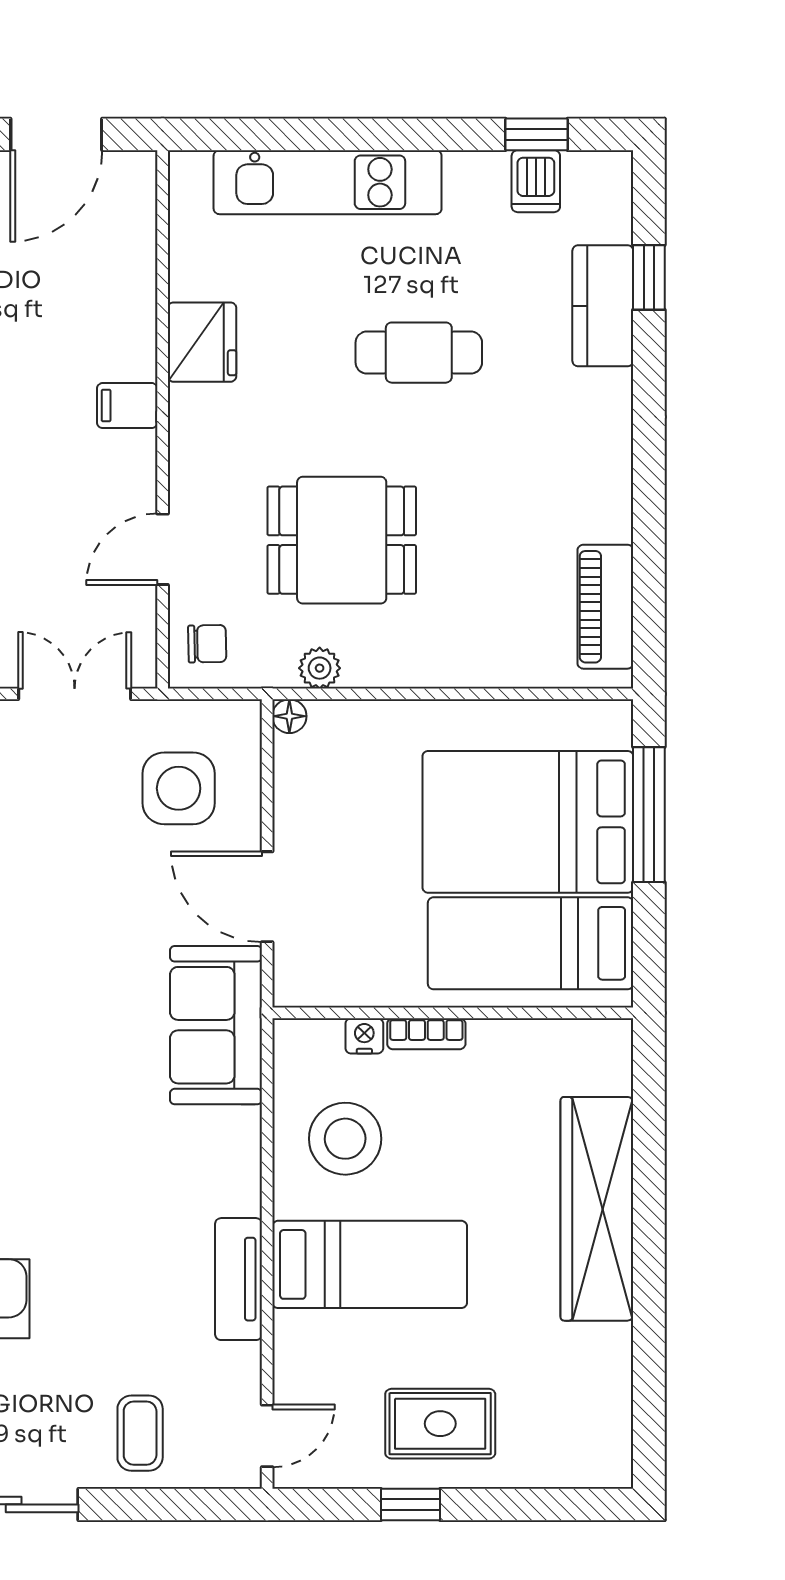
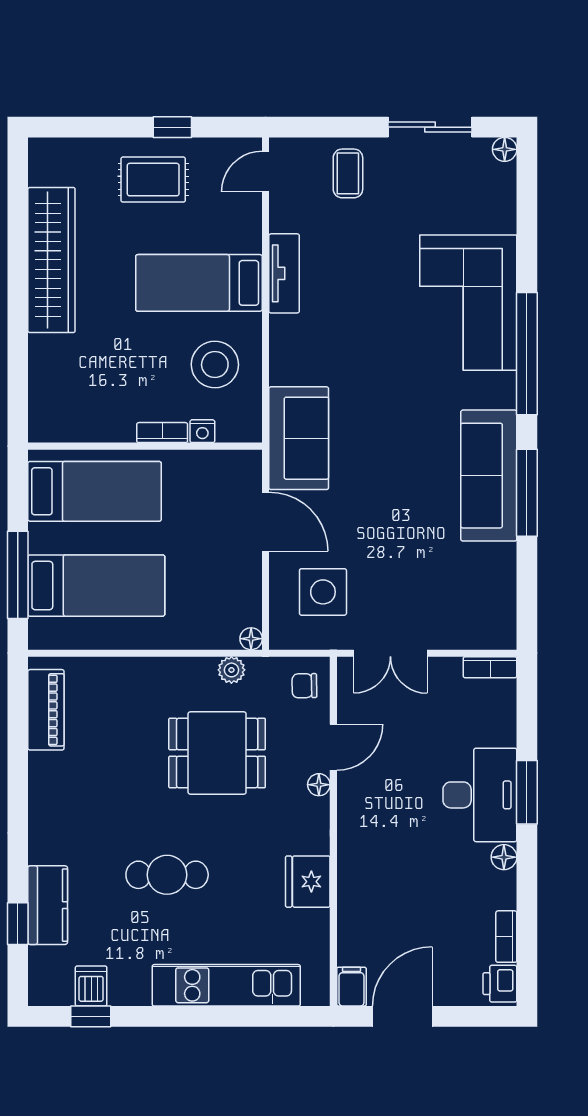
filing cabinet: (127, 406) -> (351, 987), moved, turned -90
floor lamp: (185, 491) -> (319, 785), added
bed: (528, 822) -> (96, 586), width x0.67
wardrobe: (597, 1209) -> (51, 260), moved

